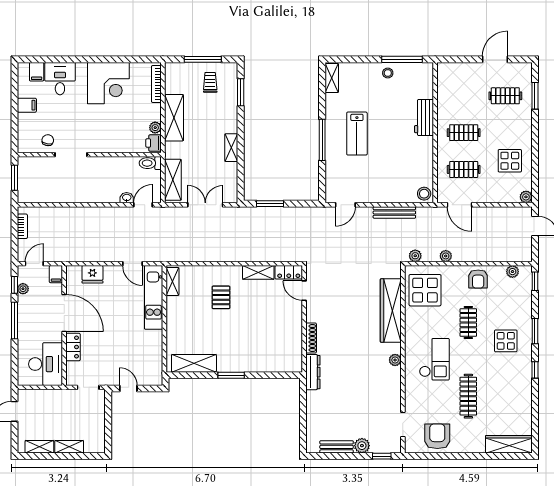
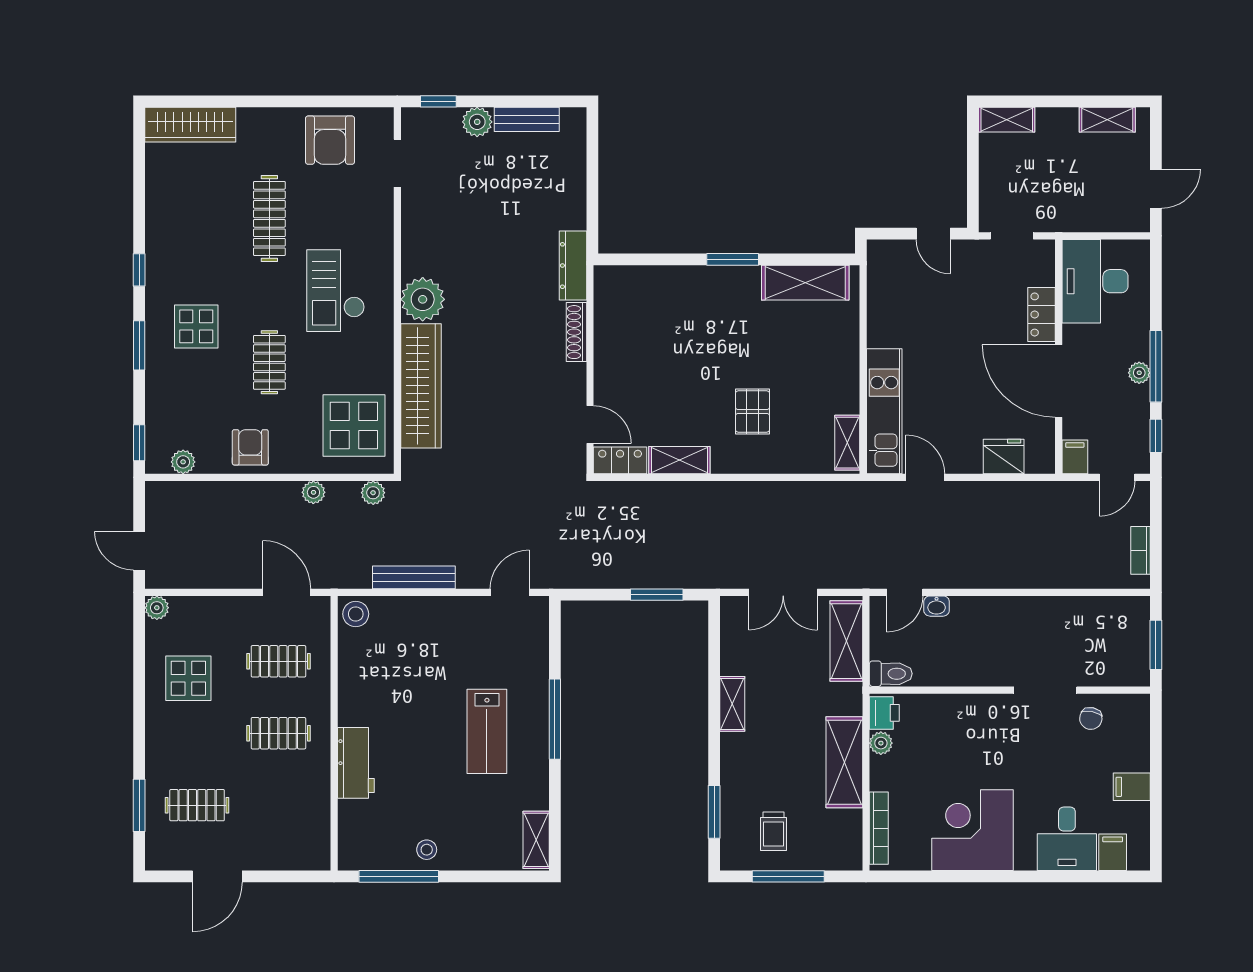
lab bench: (357, 134) -> (487, 731), turned 180
plant: (23, 289) -> (1139, 373), moved
plant: (395, 360) -> (423, 299), width x1.88, depth x1.88
shelving: (69, 447) -> (1007, 120), moved

